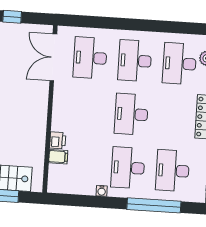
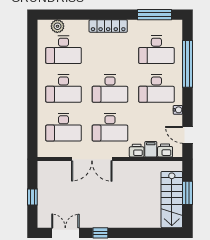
double door: (53, 57) -> (92, 159), moved
desk: (87, 111) -> (110, 127), added
printer: (56, 173) -> (165, 150), added
door: (72, 200) -> (188, 135), added

